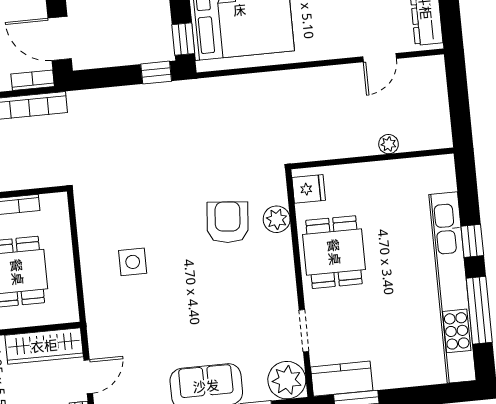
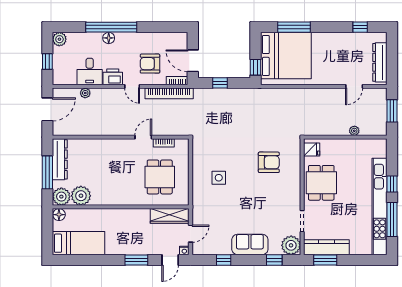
window: (156, 73) -> (220, 83), moved
window: (458, 98) -> (392, 111), added
plant: (277, 219) -> (294, 163), removed
armchair: (228, 222) -> (269, 162), turned 85
kitchen counter: (342, 379) -> (326, 247), width x1.50

